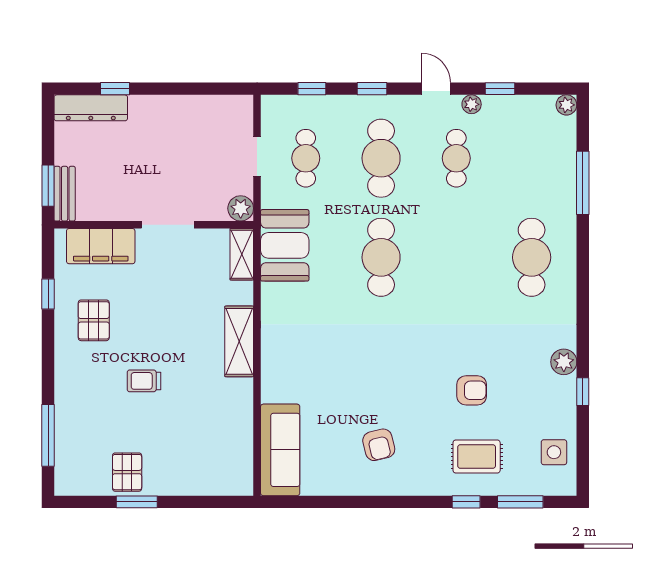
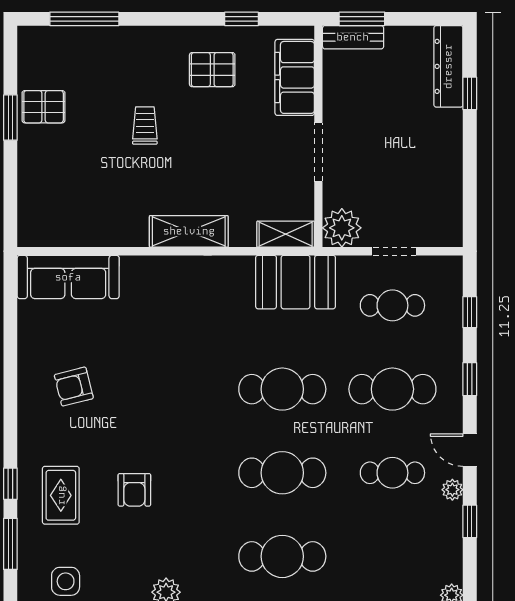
door: (436, 89) -> (470, 450), swing flipped
plant: (241, 208) -> (342, 228), width x1.36, depth x1.36
cafe table: (456, 257) -> (282, 473), added

